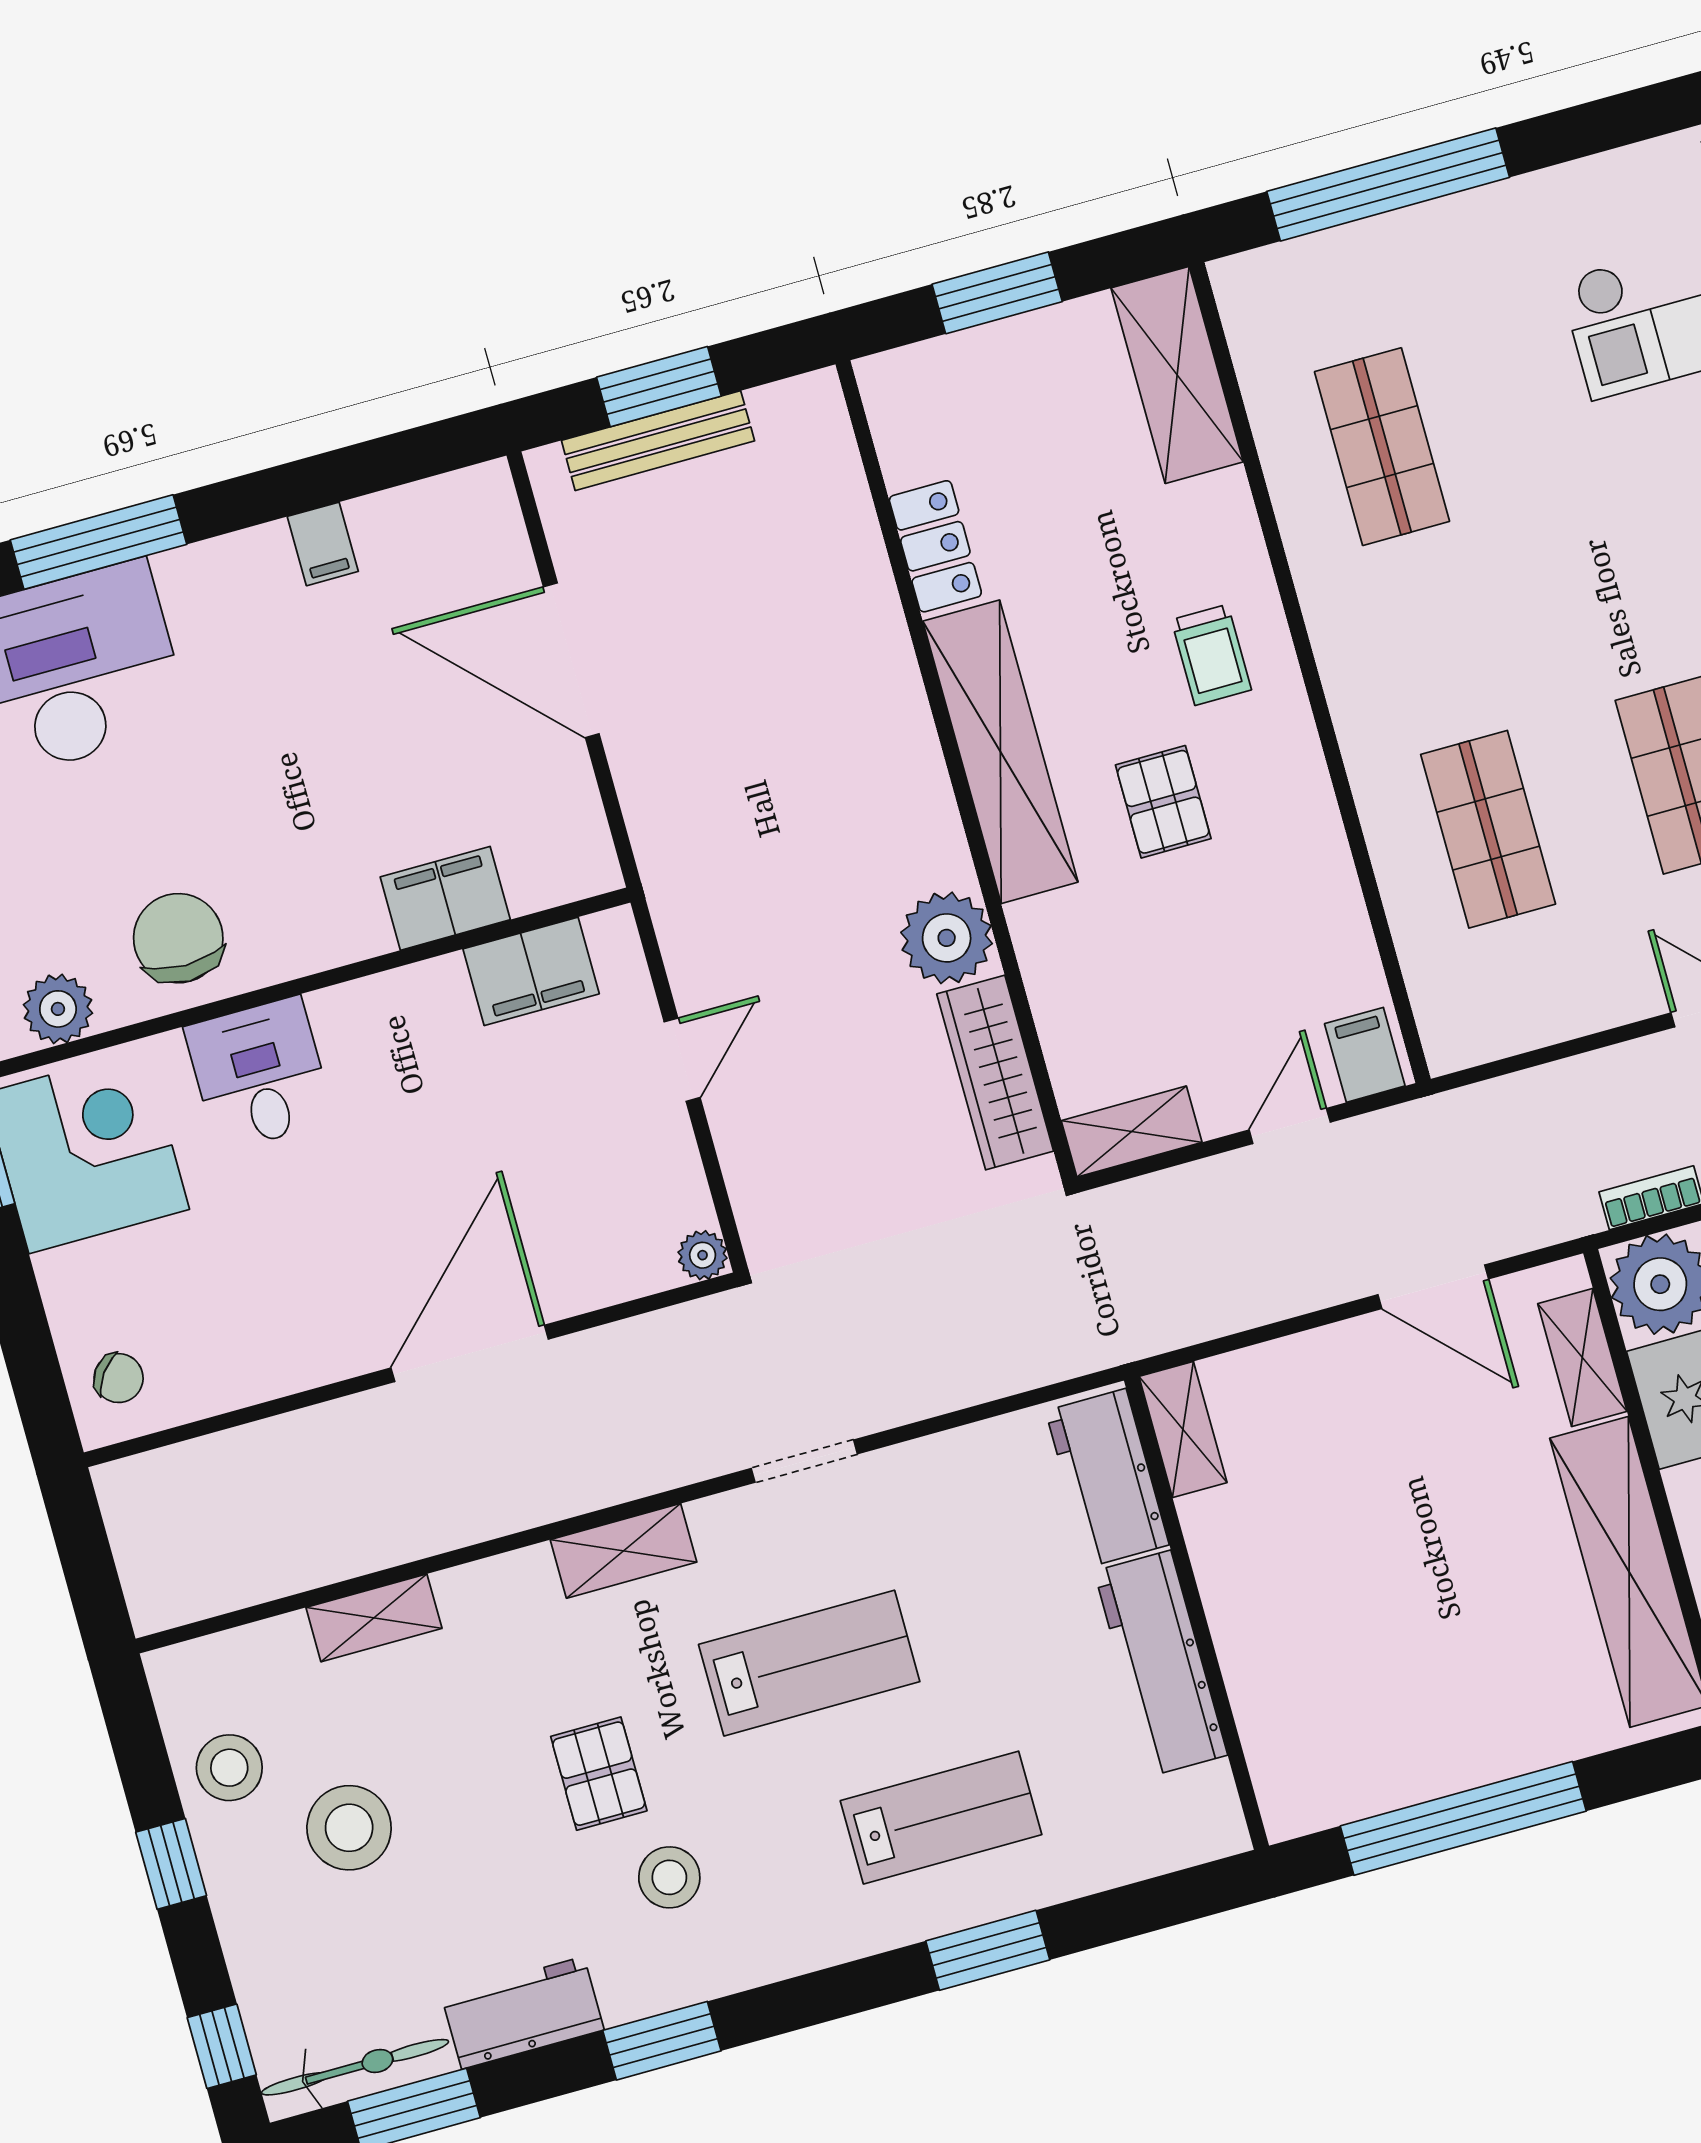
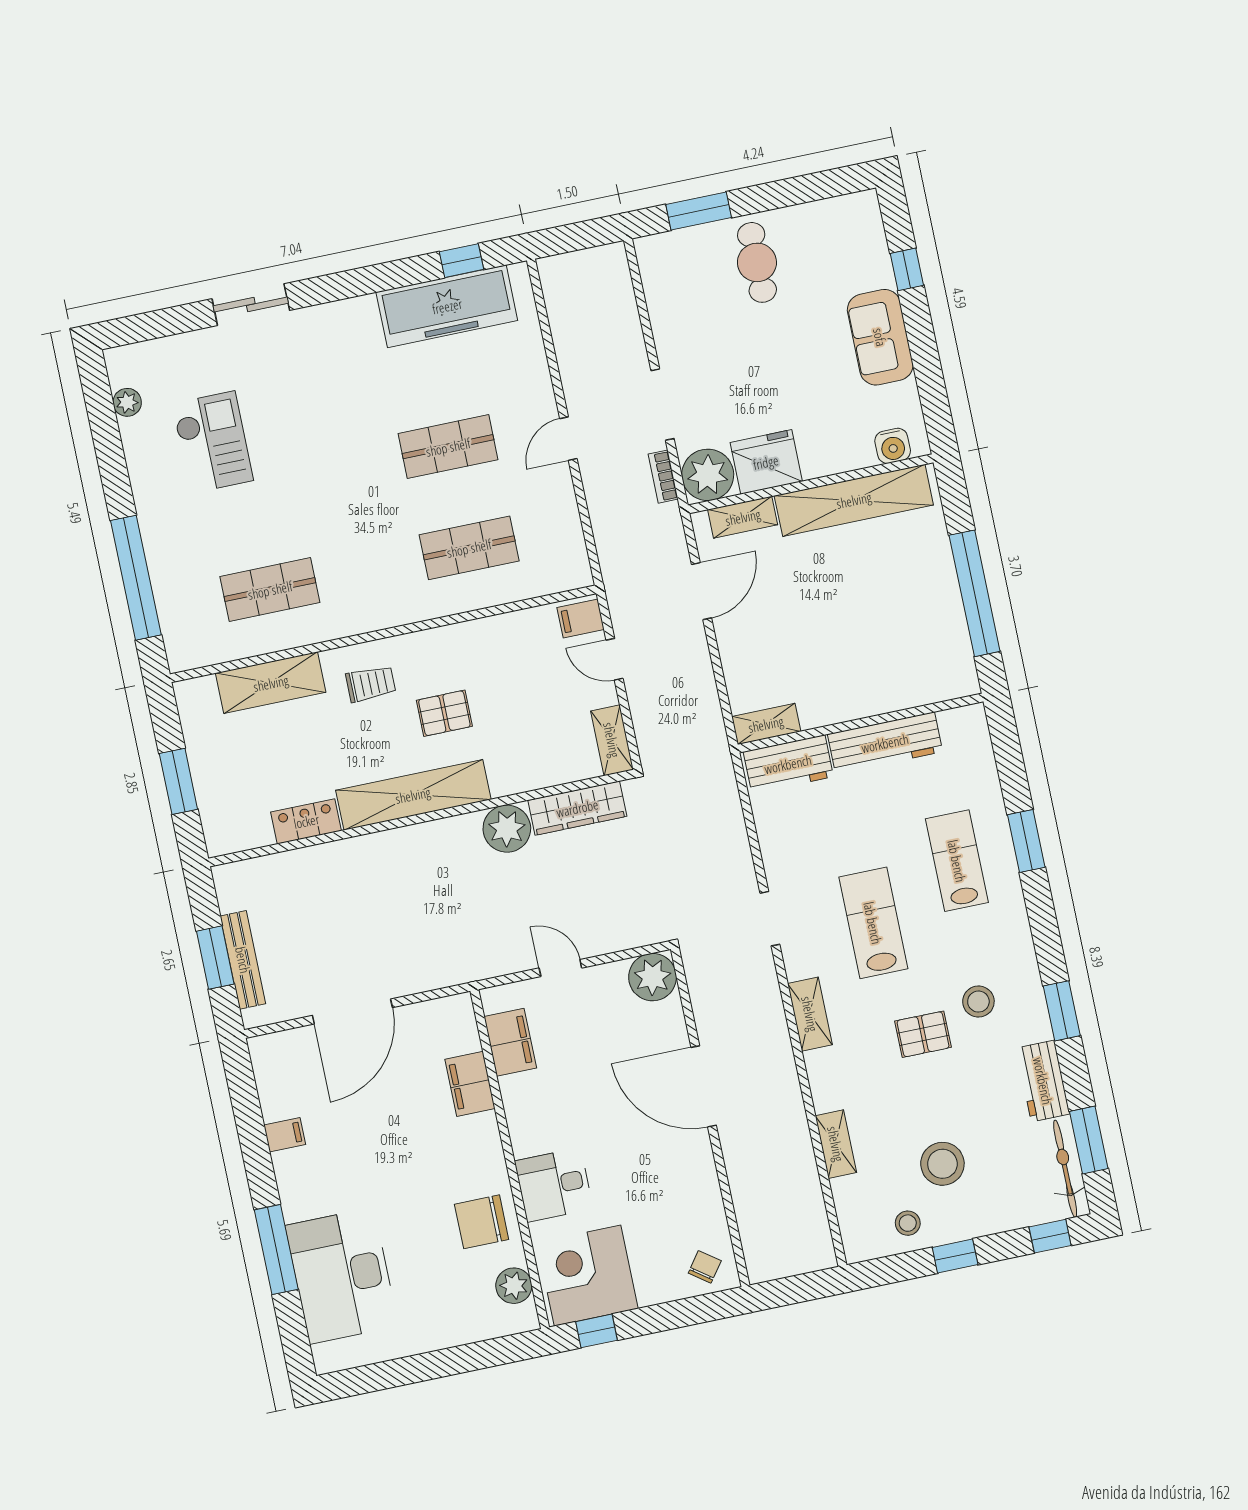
shelving: (1177, 375) -> (271, 683), moved
plant: (703, 1255) -> (653, 977), width x1.88, depth x1.88
stool: (229, 1768) -> (908, 1223), width x0.73, depth x0.73

